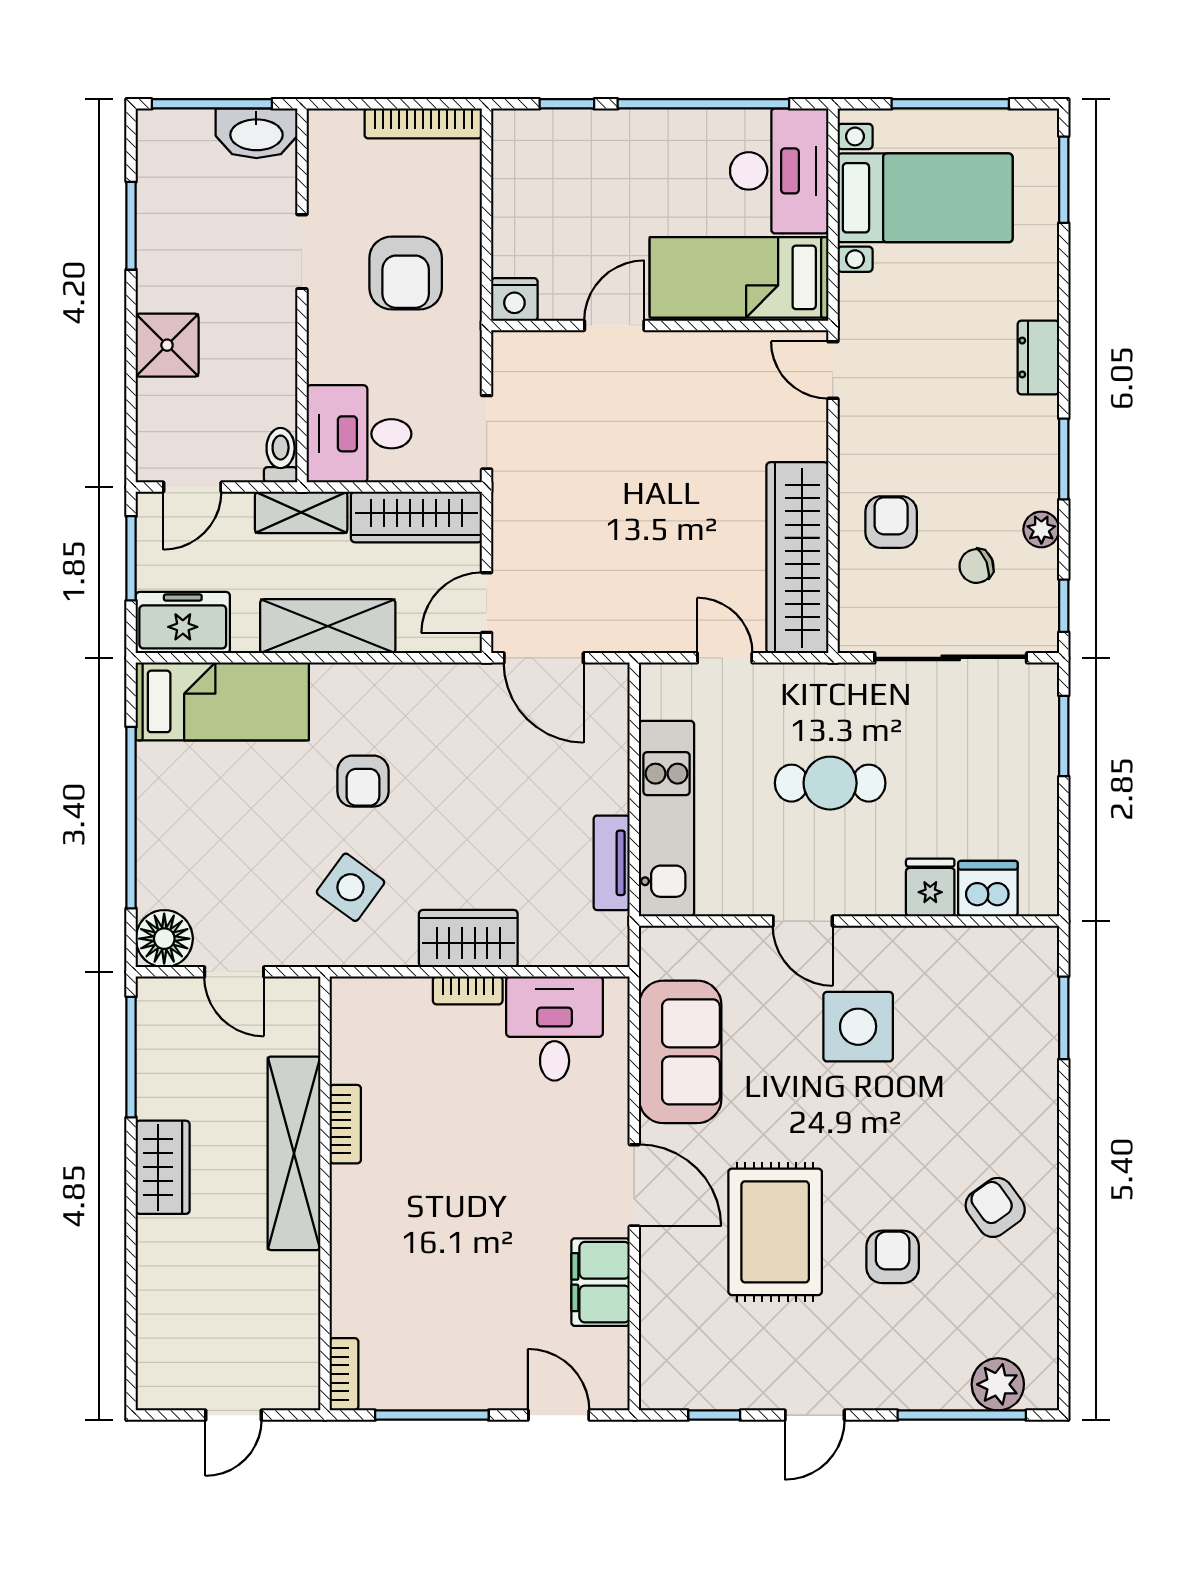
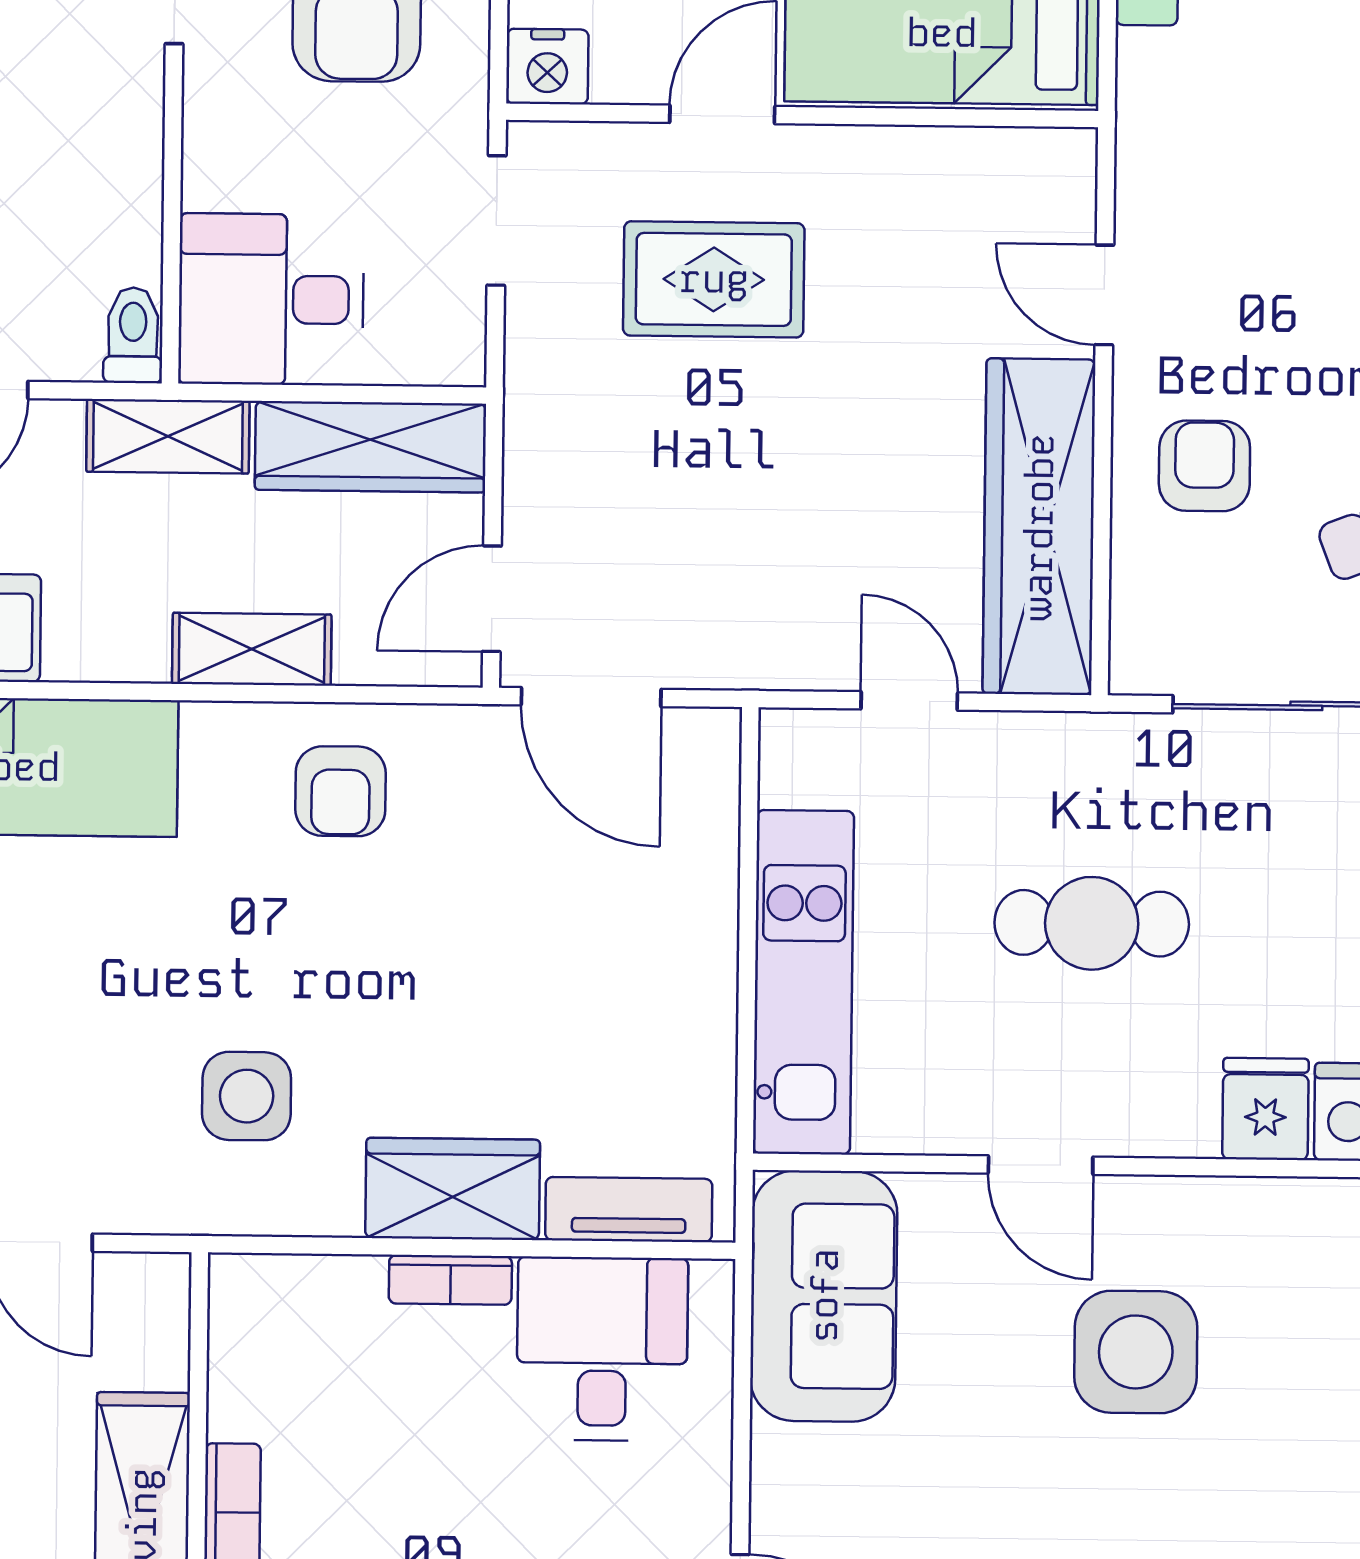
door: (833, 370) -> (1104, 295), moved
rug: (611, 419) -> (714, 279), added
doorway: (487, 432) -> (497, 220), moved
shelving: (328, 626) -> (252, 649), width x0.67, depth x0.75
armchair: (363, 781) -> (340, 791), moved
tv unit: (612, 863) -> (629, 1210), moved, turned 90
side table: (350, 887) -> (247, 1096), turned -36
sofa: (680, 1052) -> (824, 1296), moved

